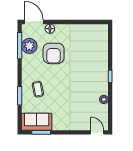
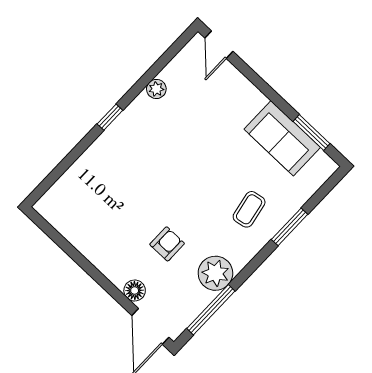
plant: (29, 46) -> (215, 273), moved
armchair: (54, 53) -> (167, 244), width x0.53, depth x0.53
sofa: (37, 122) -> (282, 138), moved

